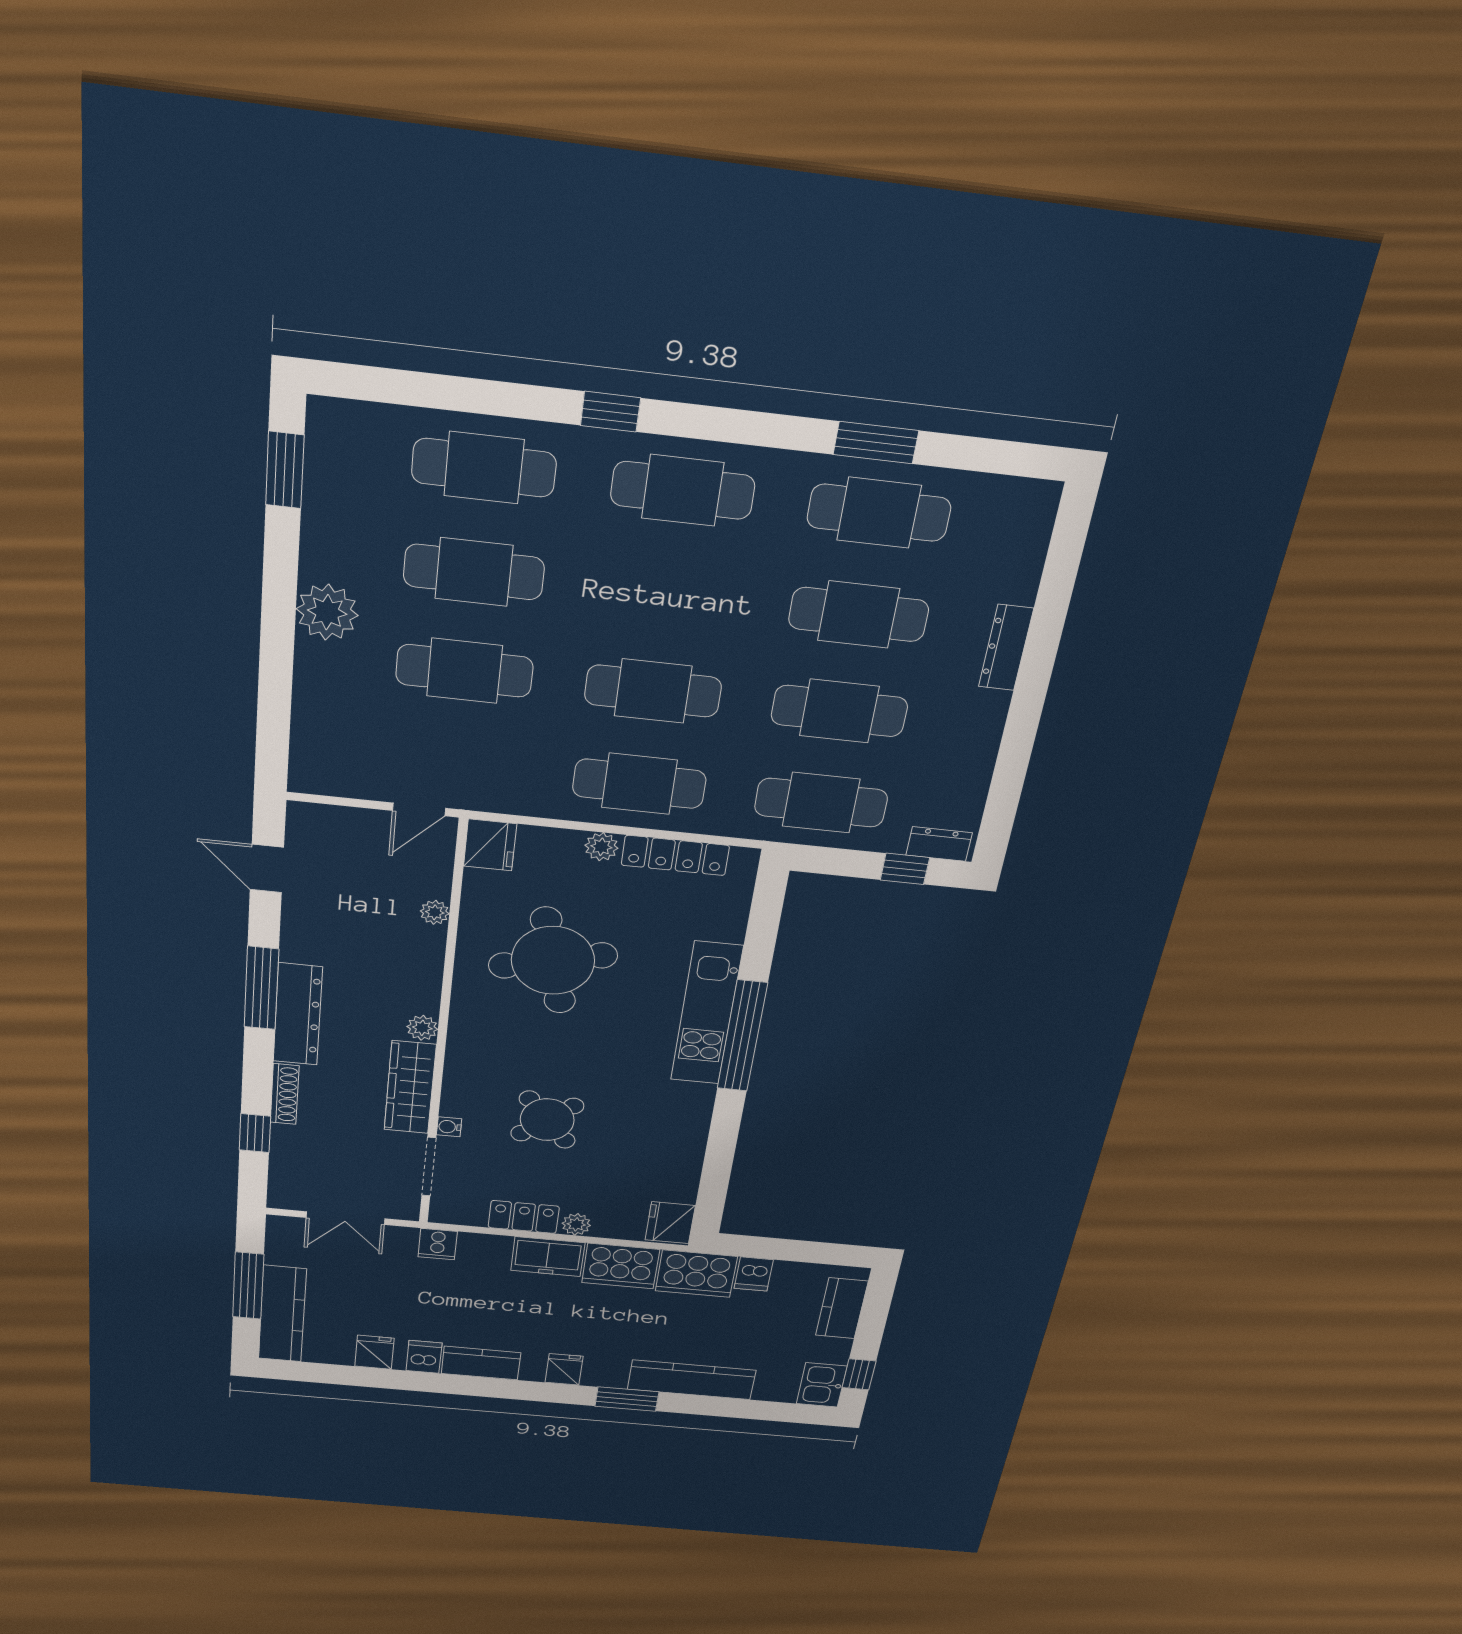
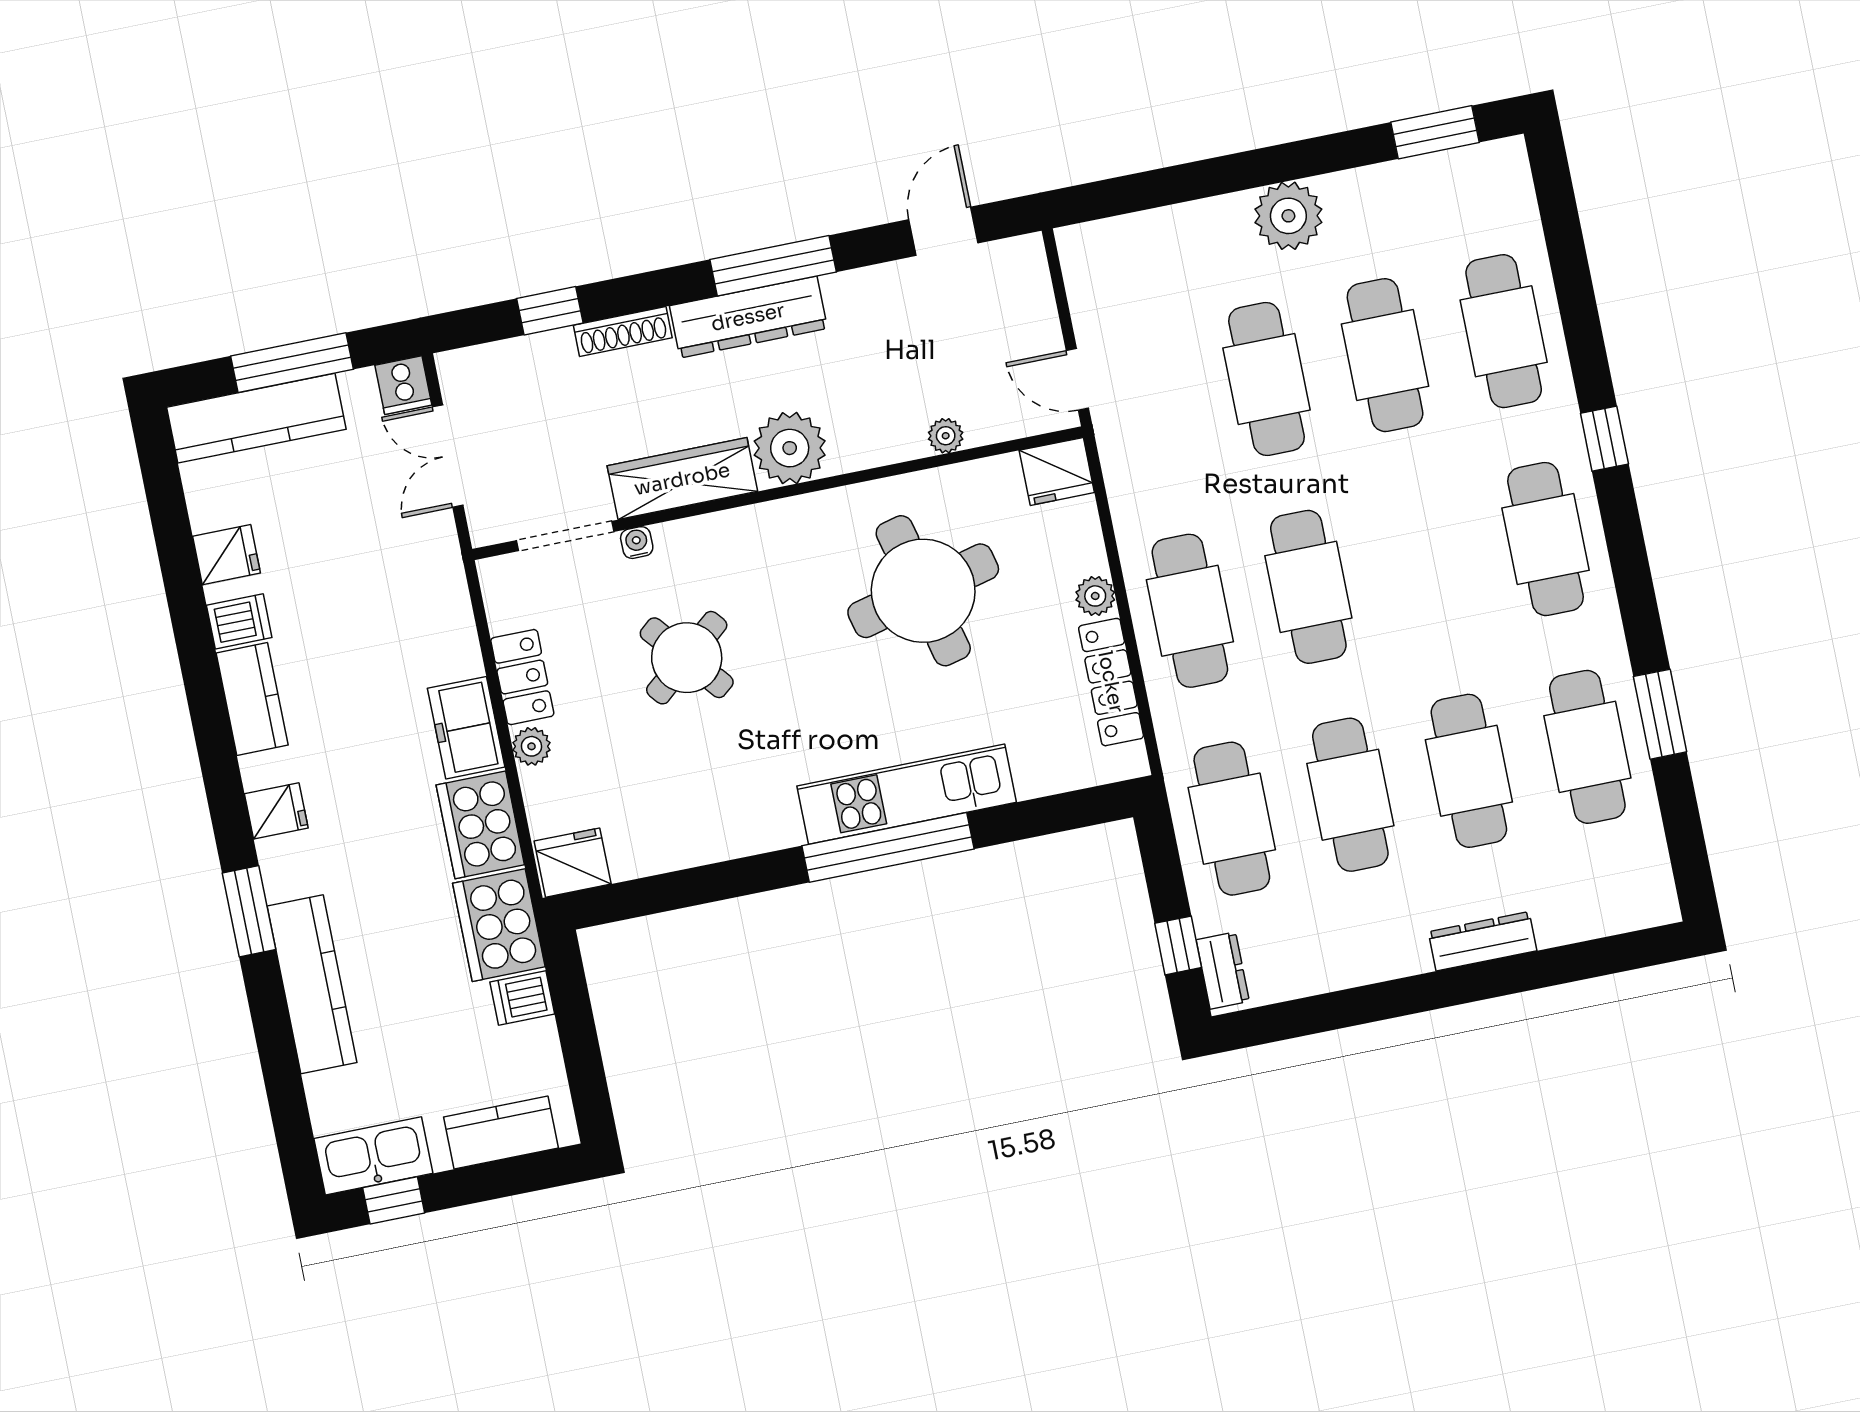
plant: (422, 1028) -> (790, 448), width x1.88, depth x1.88
cooker: (438, 1244) -> (403, 385), moved, turned -90
kitchen sink: (822, 1385) -> (373, 1156), width x1.38

